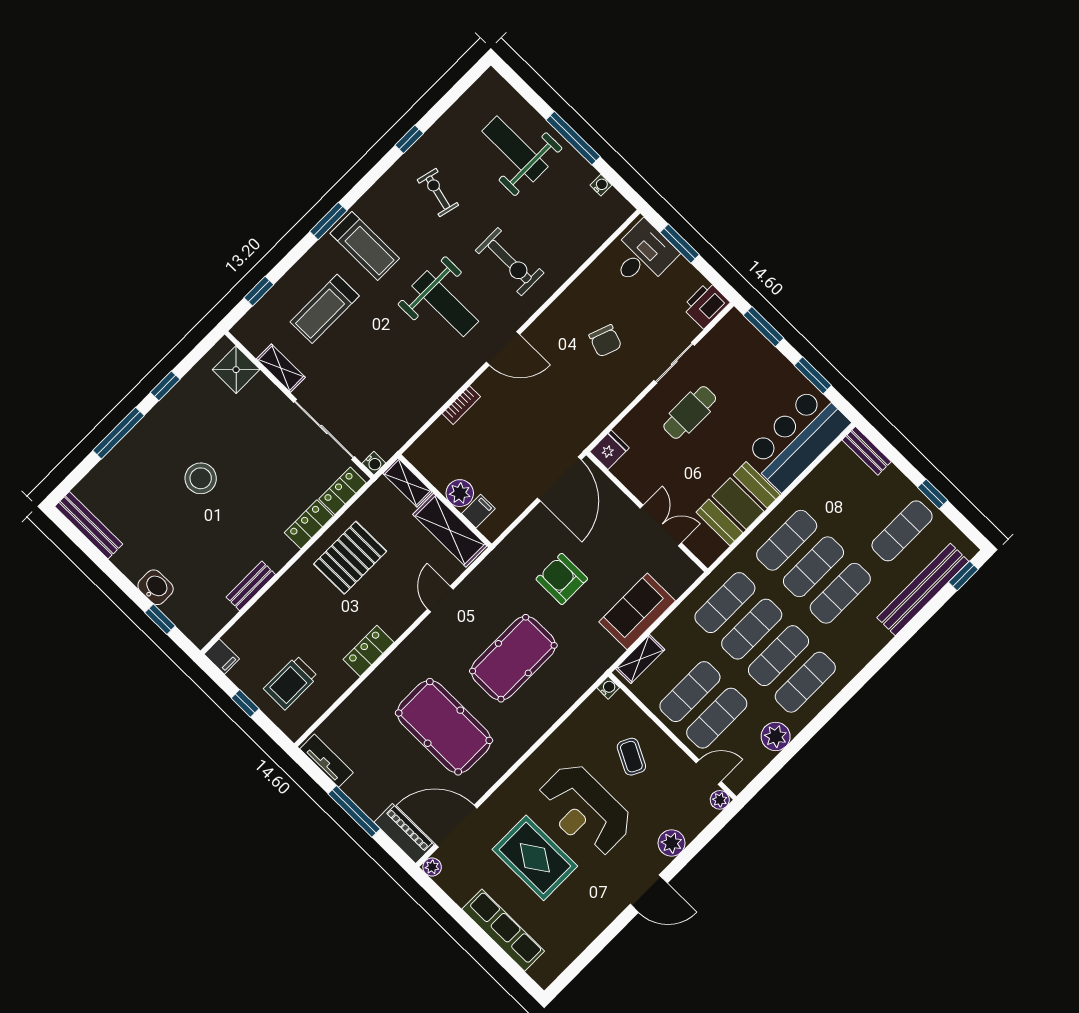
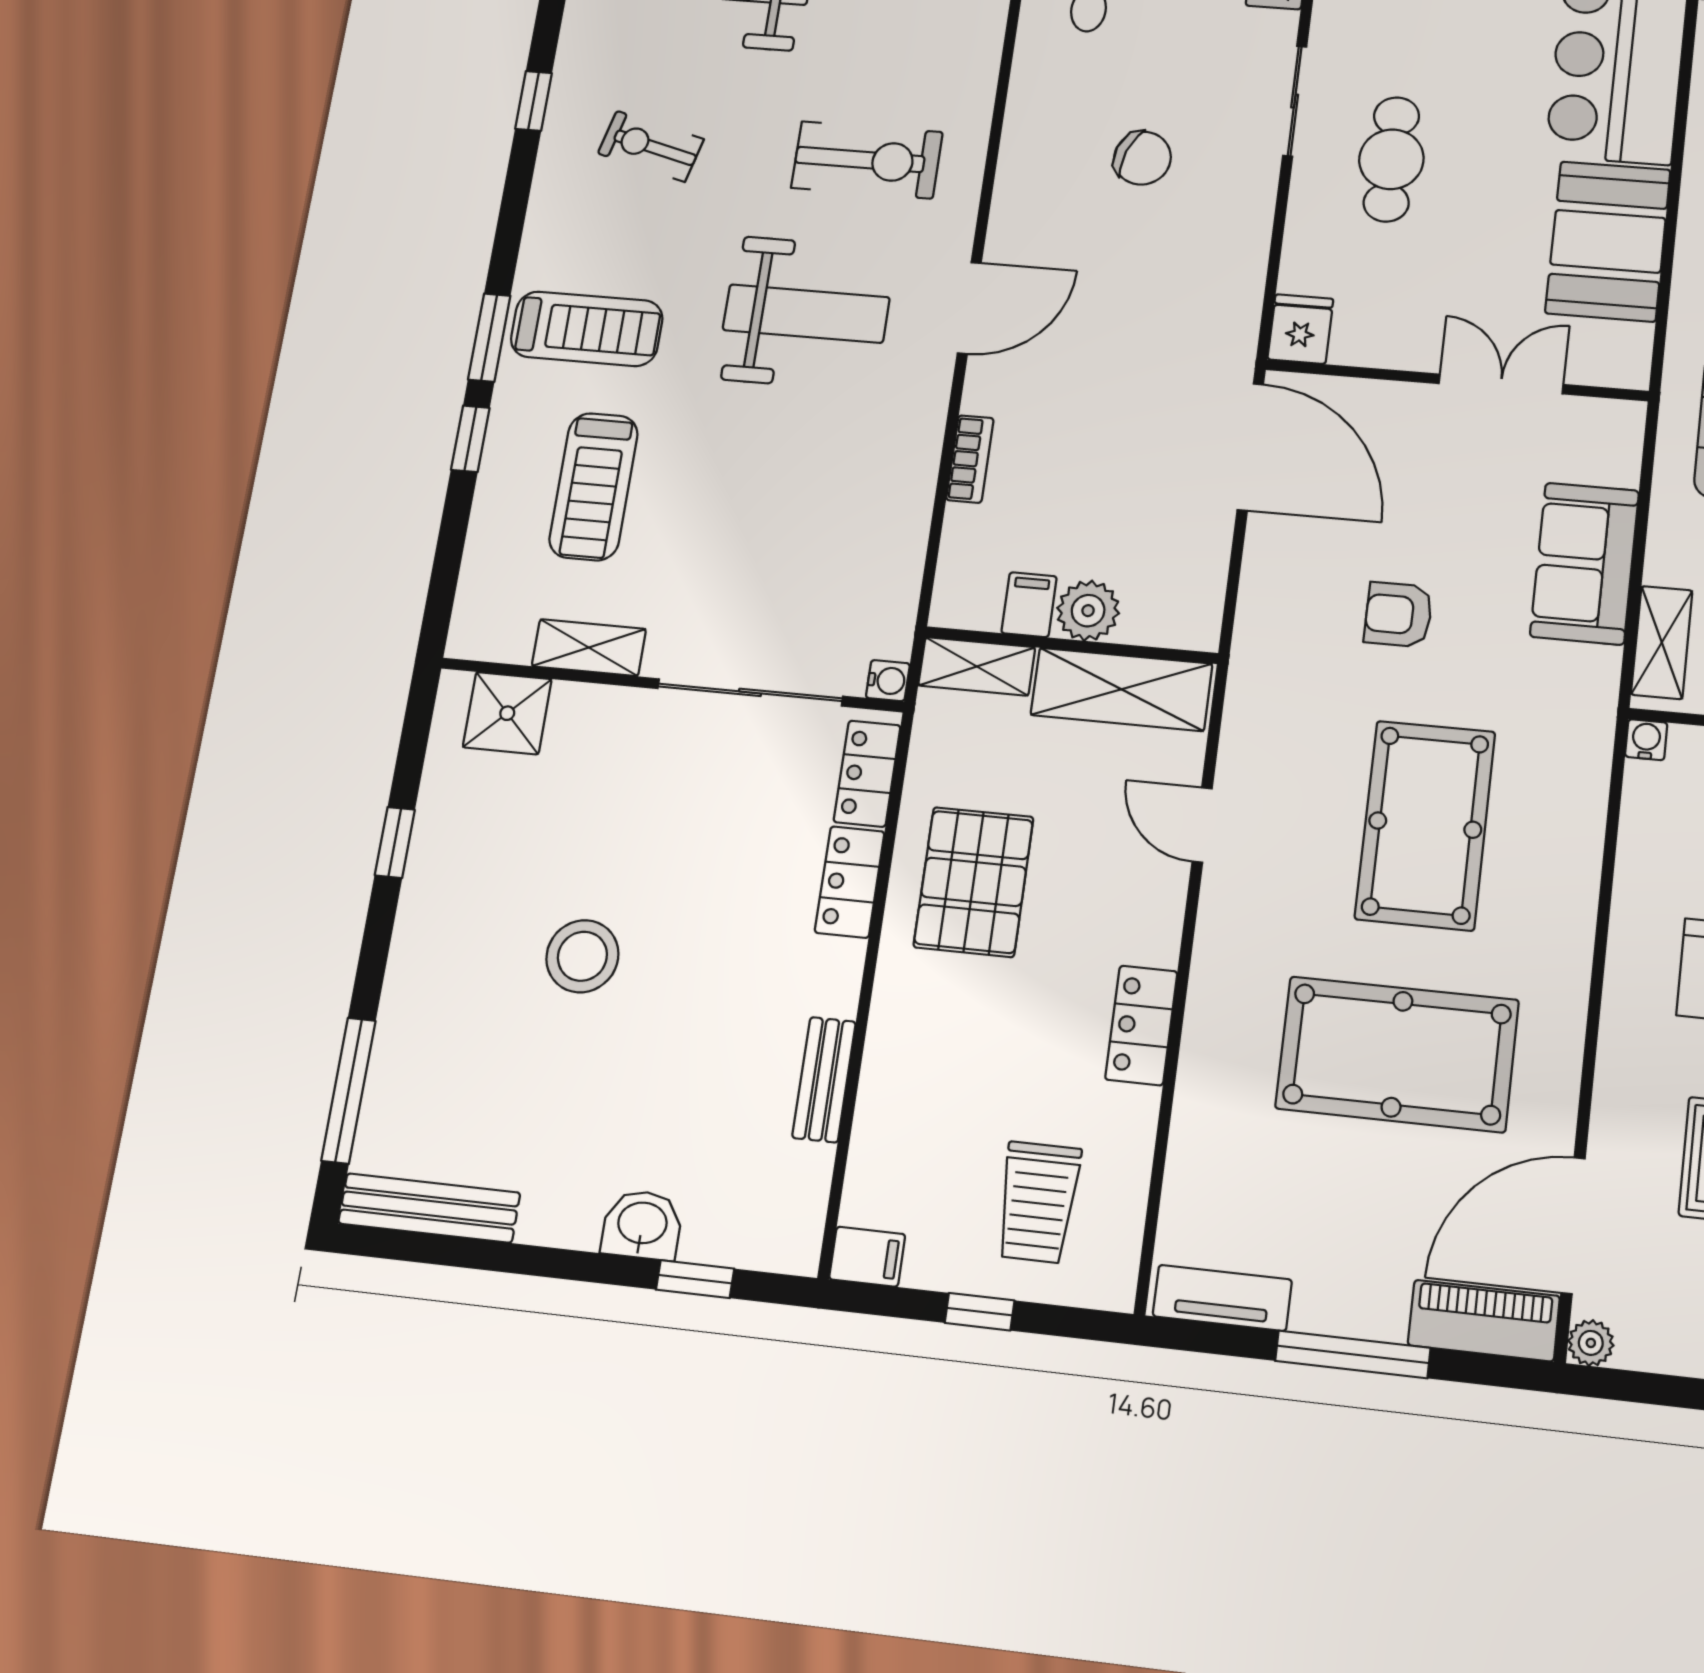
window: (259, 291) -> (470, 439), moved
window: (118, 433) -> (348, 1090), moved
filing cabinet: (478, 511) -> (1029, 605), moved
armchair: (562, 579) -> (1398, 615), width x0.72, depth x0.72

